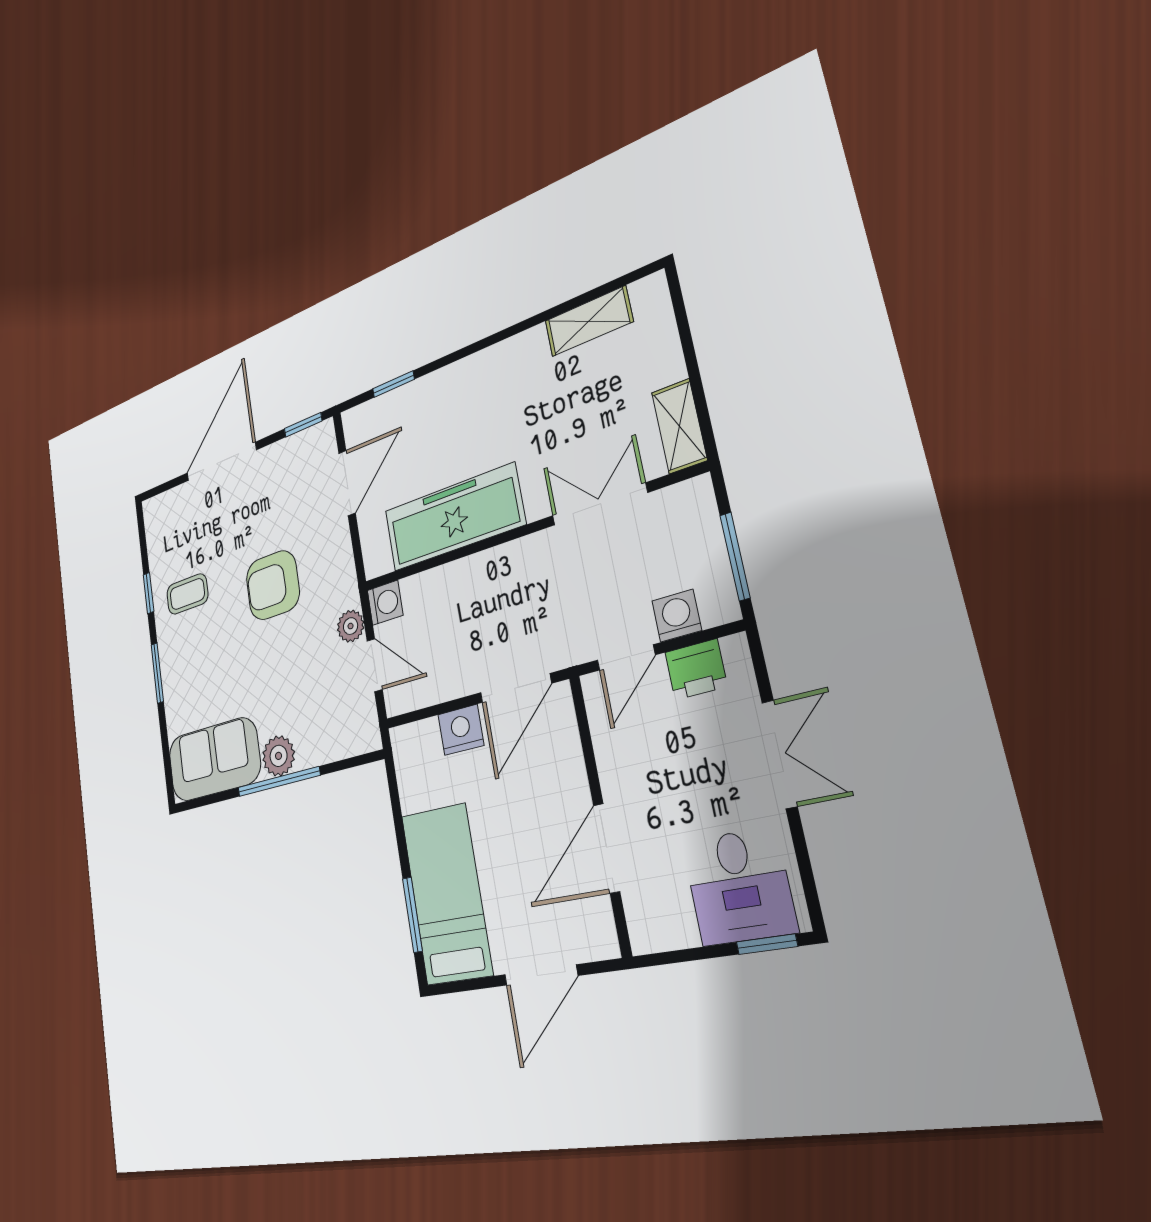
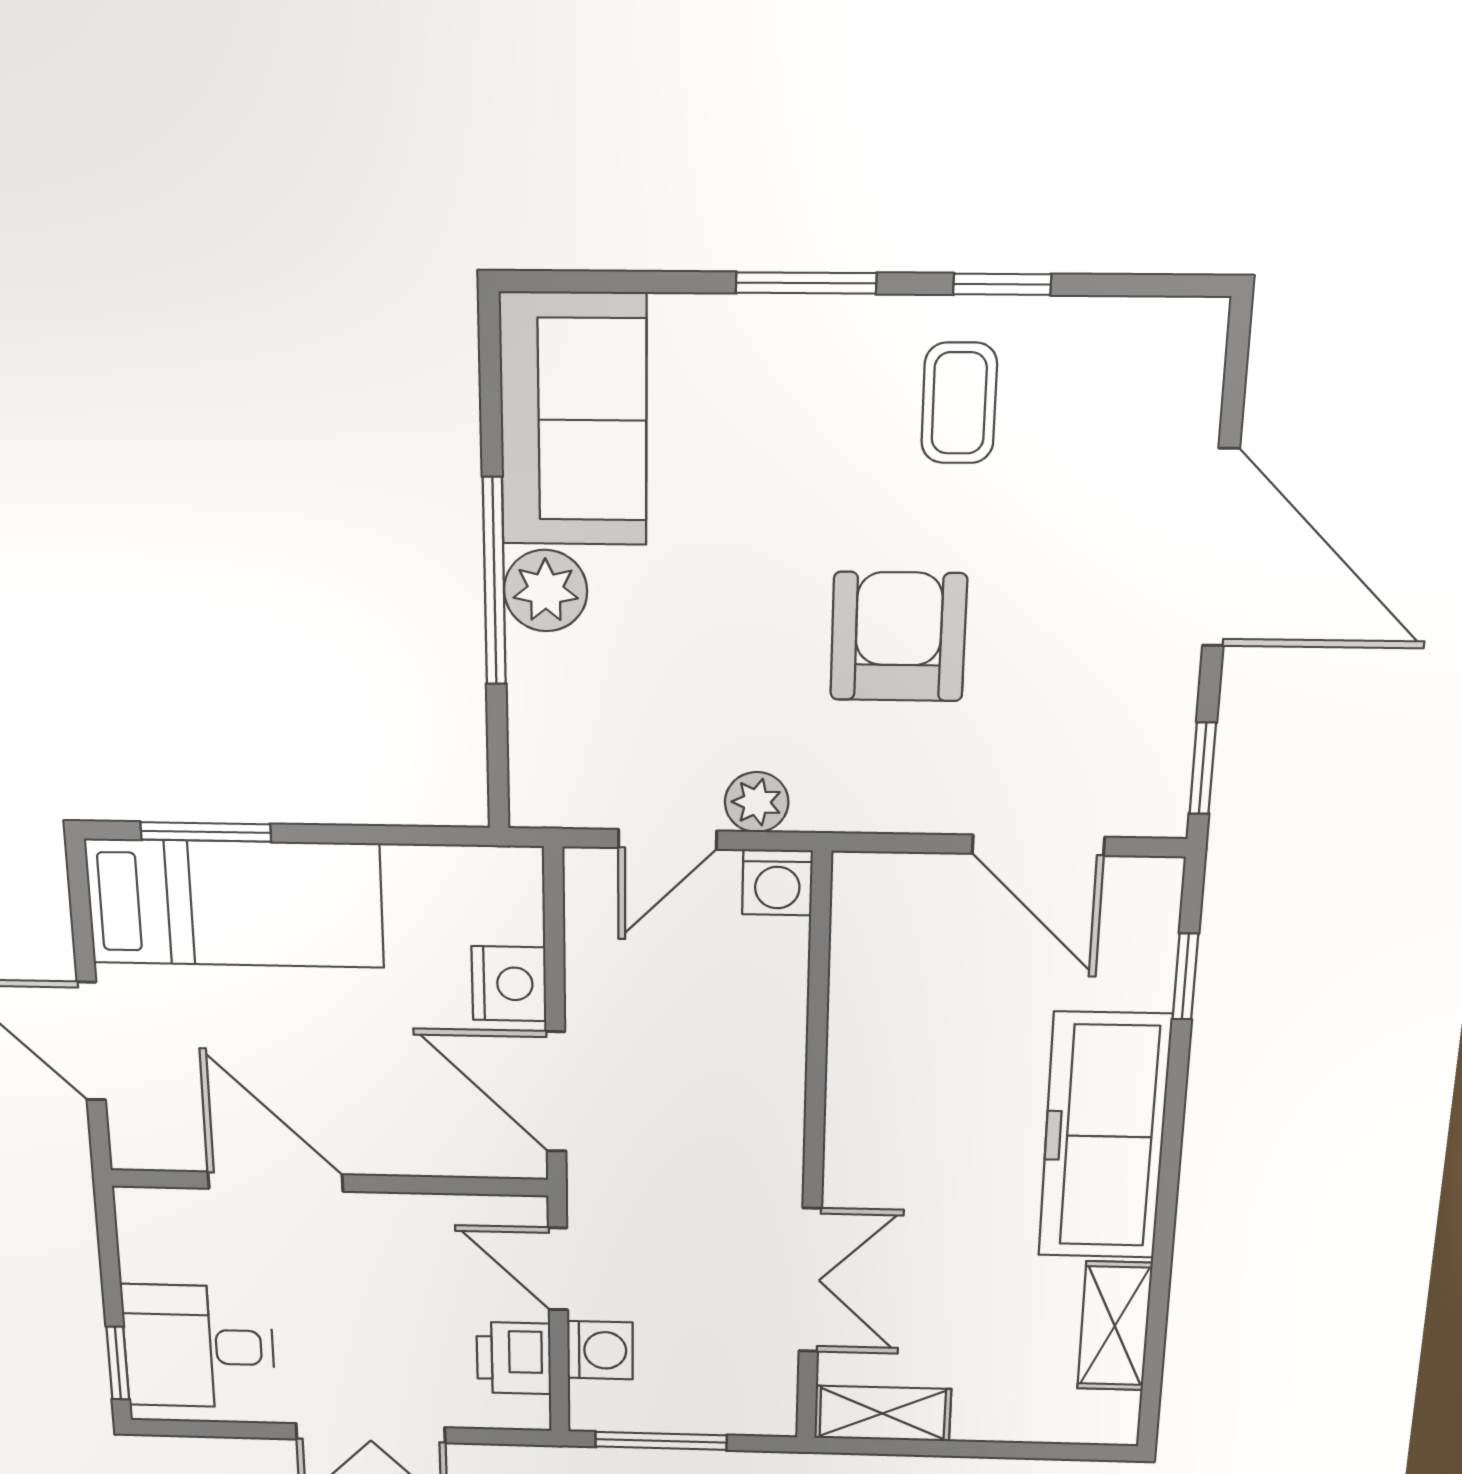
freezer: (454, 518) -> (1105, 1136), moved, turned 180

